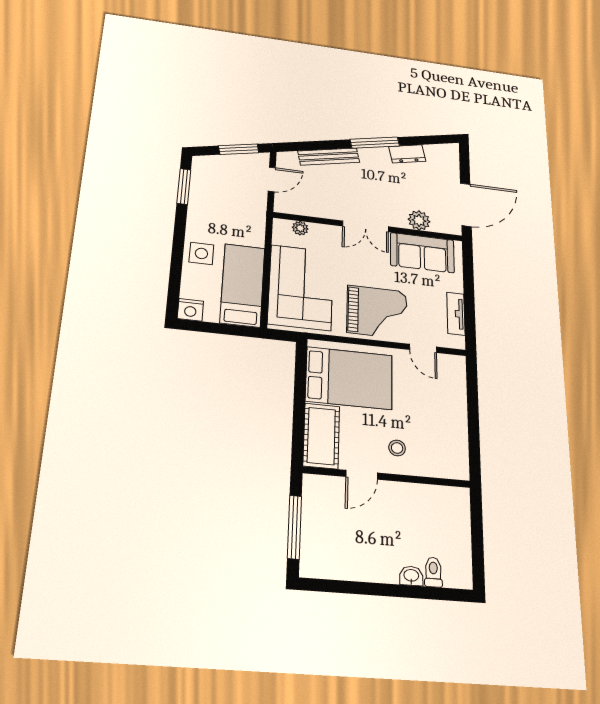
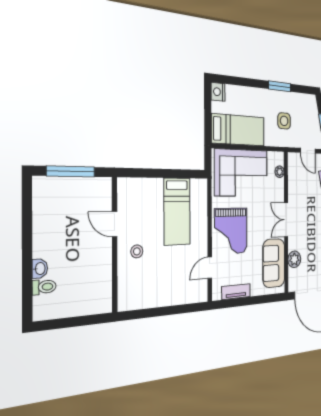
window: (184, 187) -> (280, 86), moved
side table: (201, 253) -> (284, 121), moved
bed: (349, 378) -> (177, 212), width x0.67
cot: (321, 436) -> (140, 191), removed

